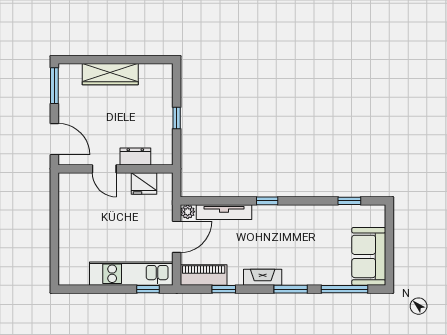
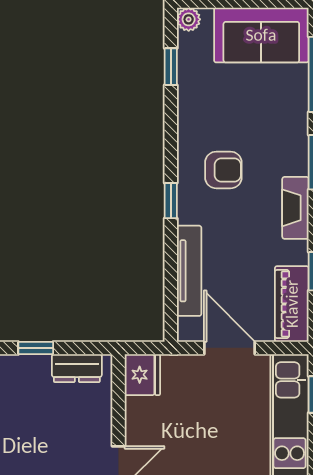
dresser: (135, 156) -> (77, 368), moved, turned -90
fridge: (144, 183) -> (142, 375), moved
plant: (188, 212) -> (189, 19), moved
armchair: (286, 233) -> (223, 170), added

